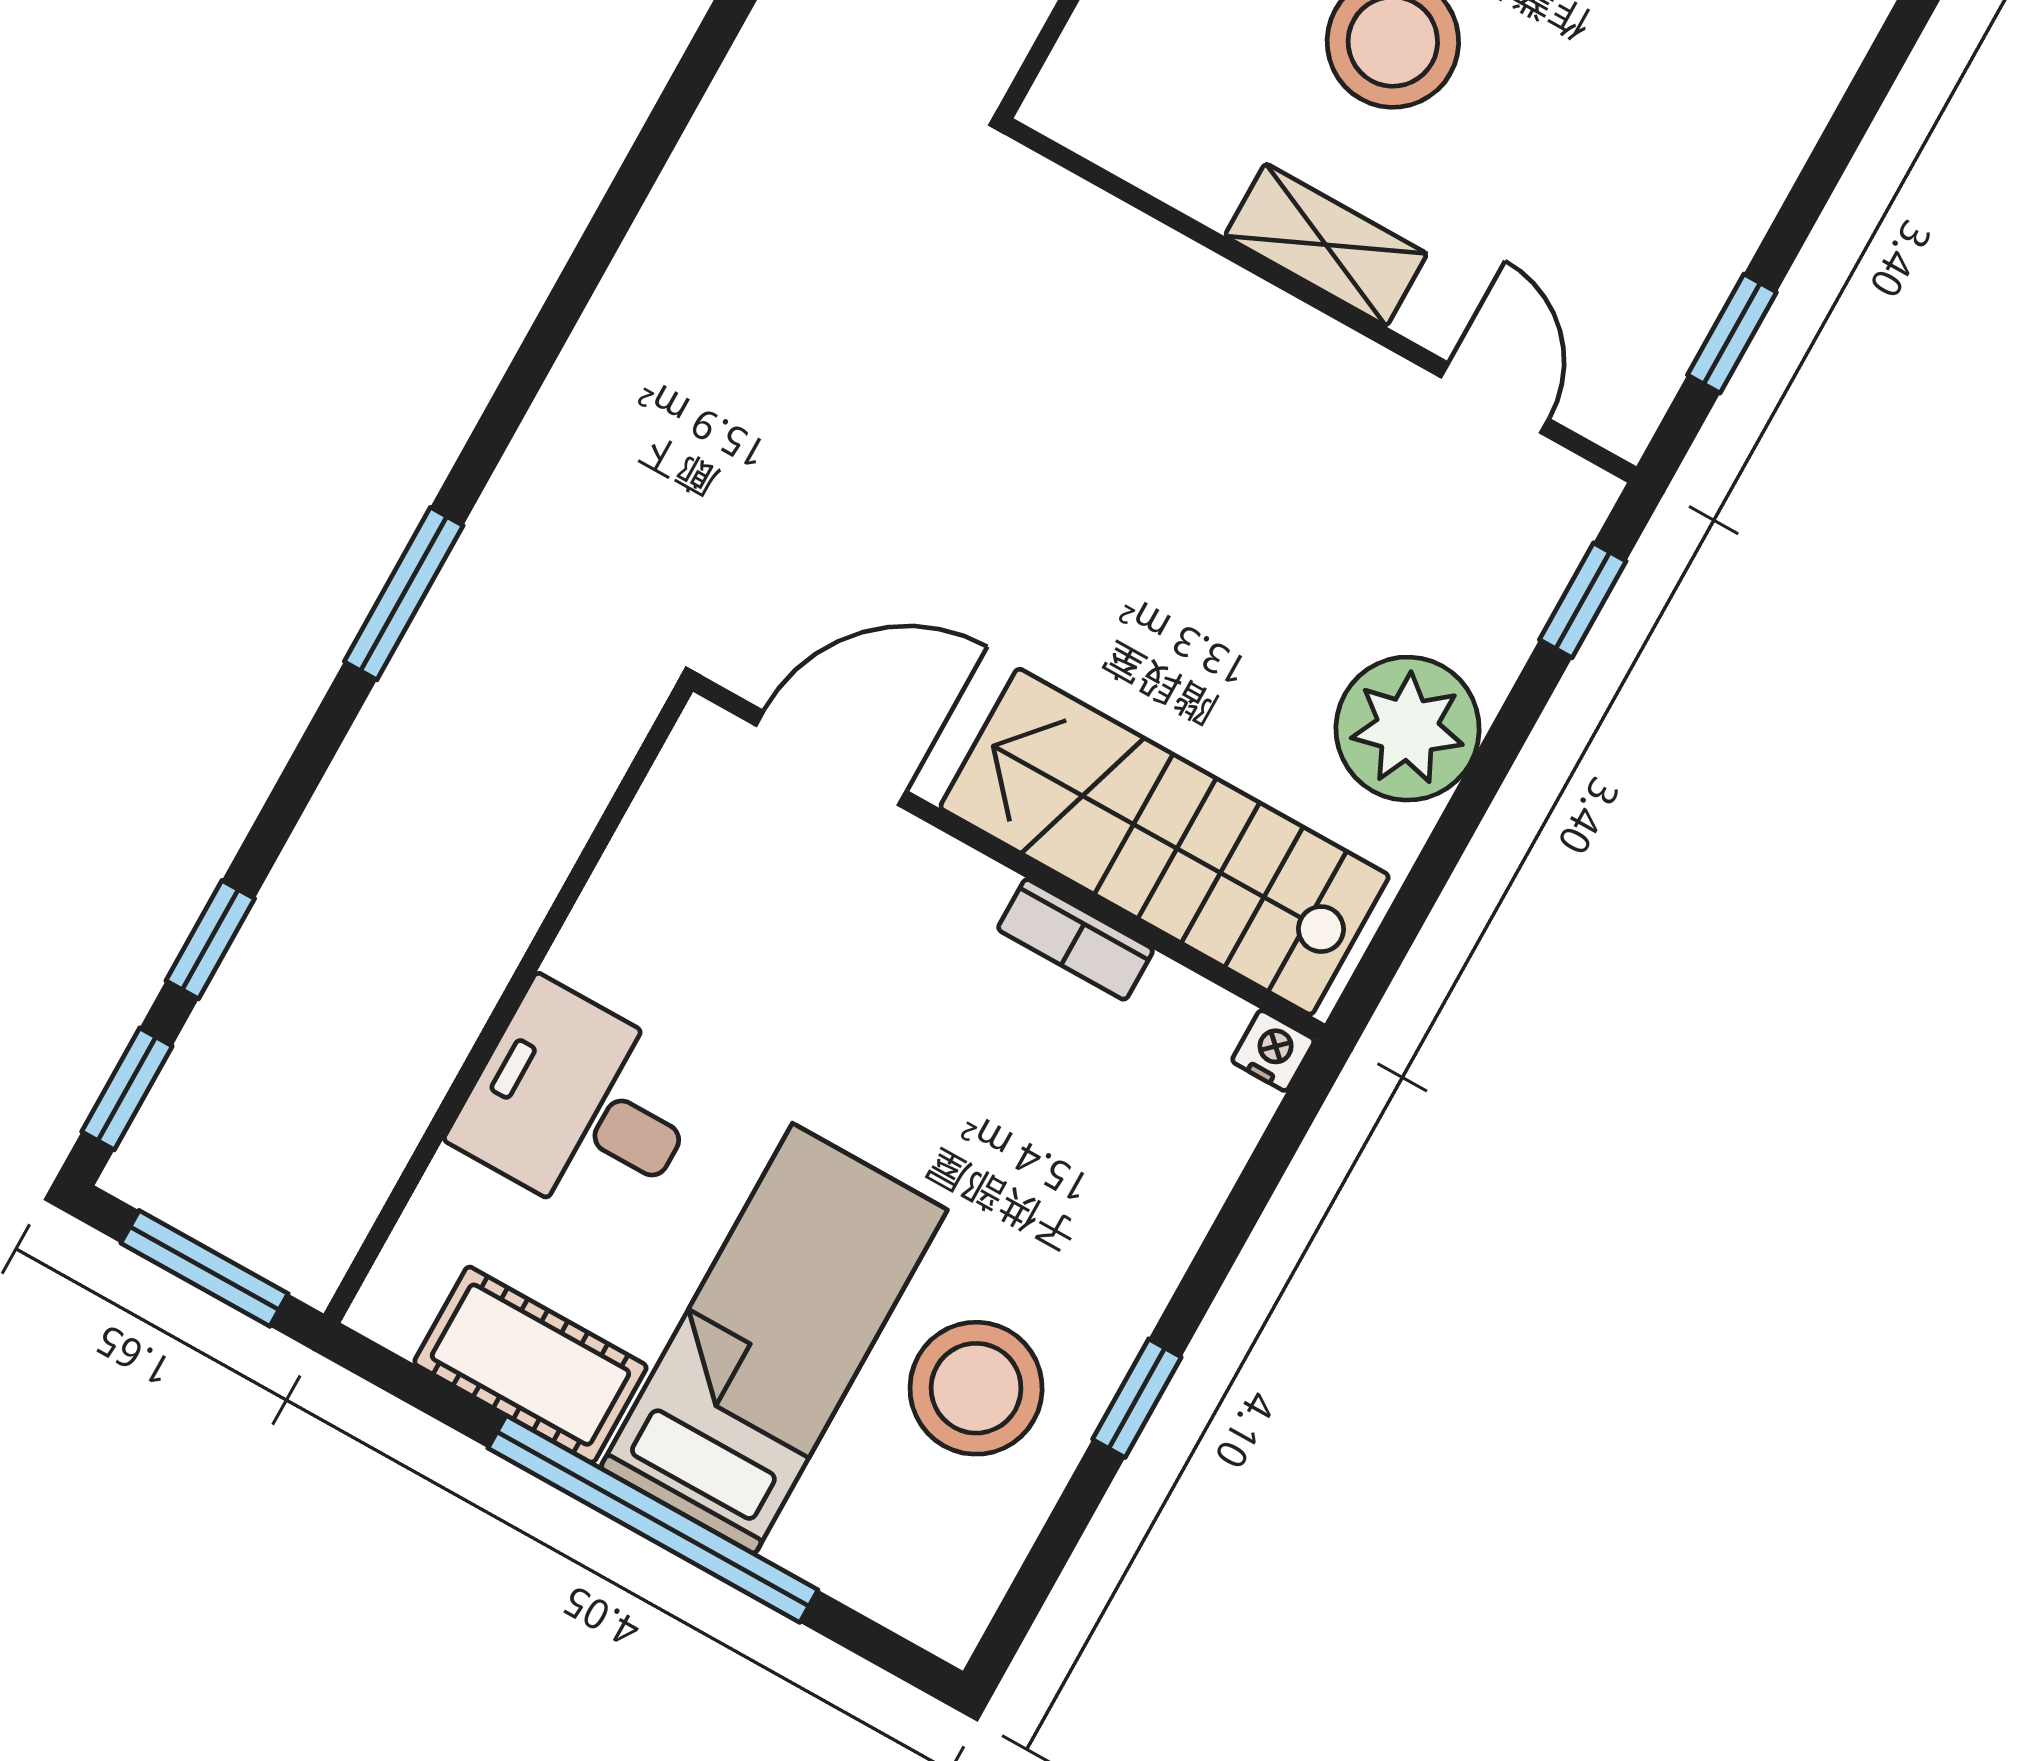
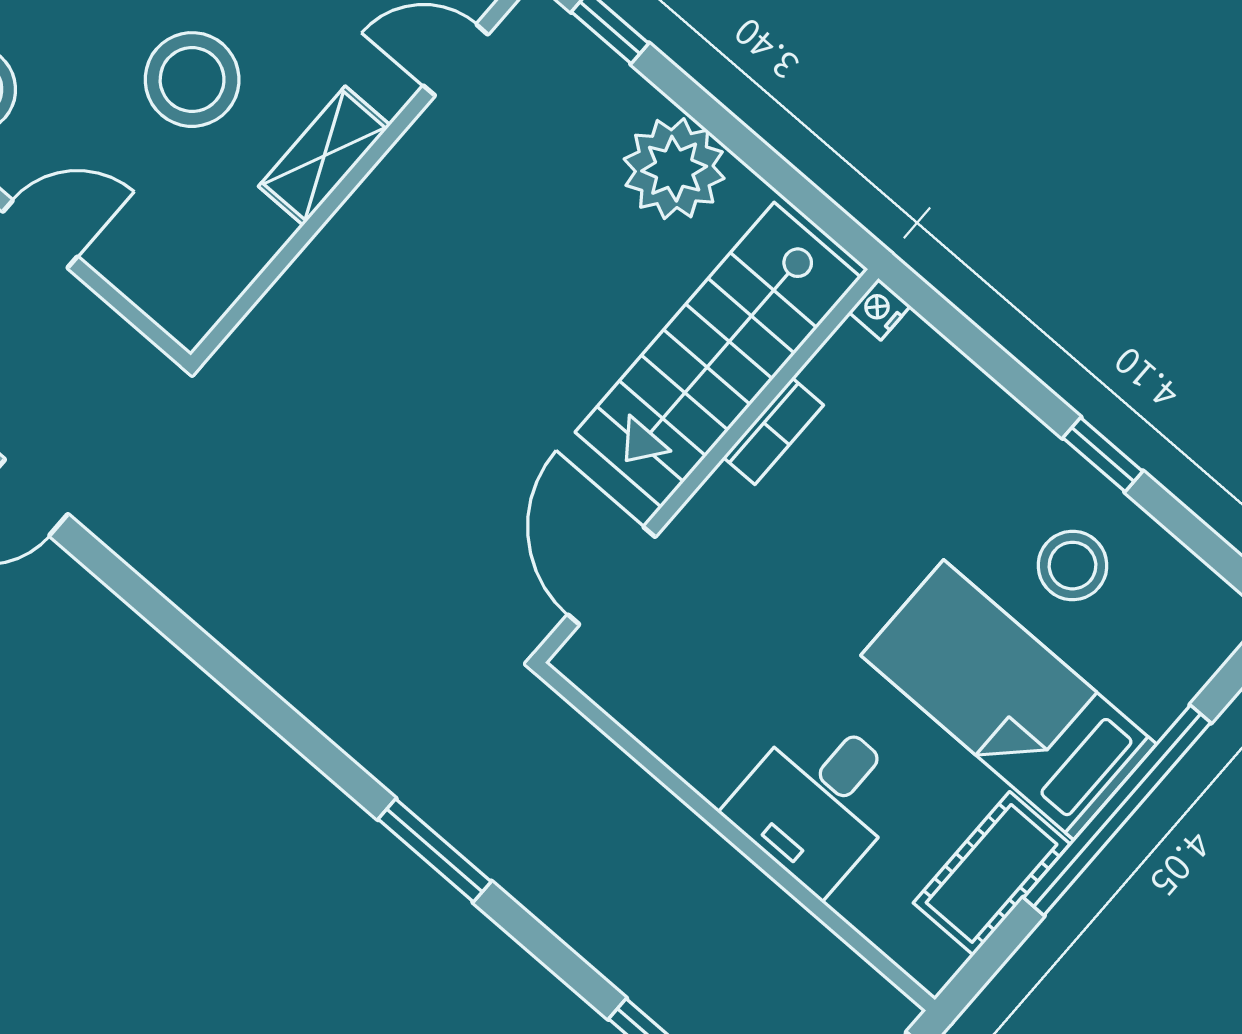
stool: (976, 1388) -> (1073, 566), width x0.73, depth x0.73

